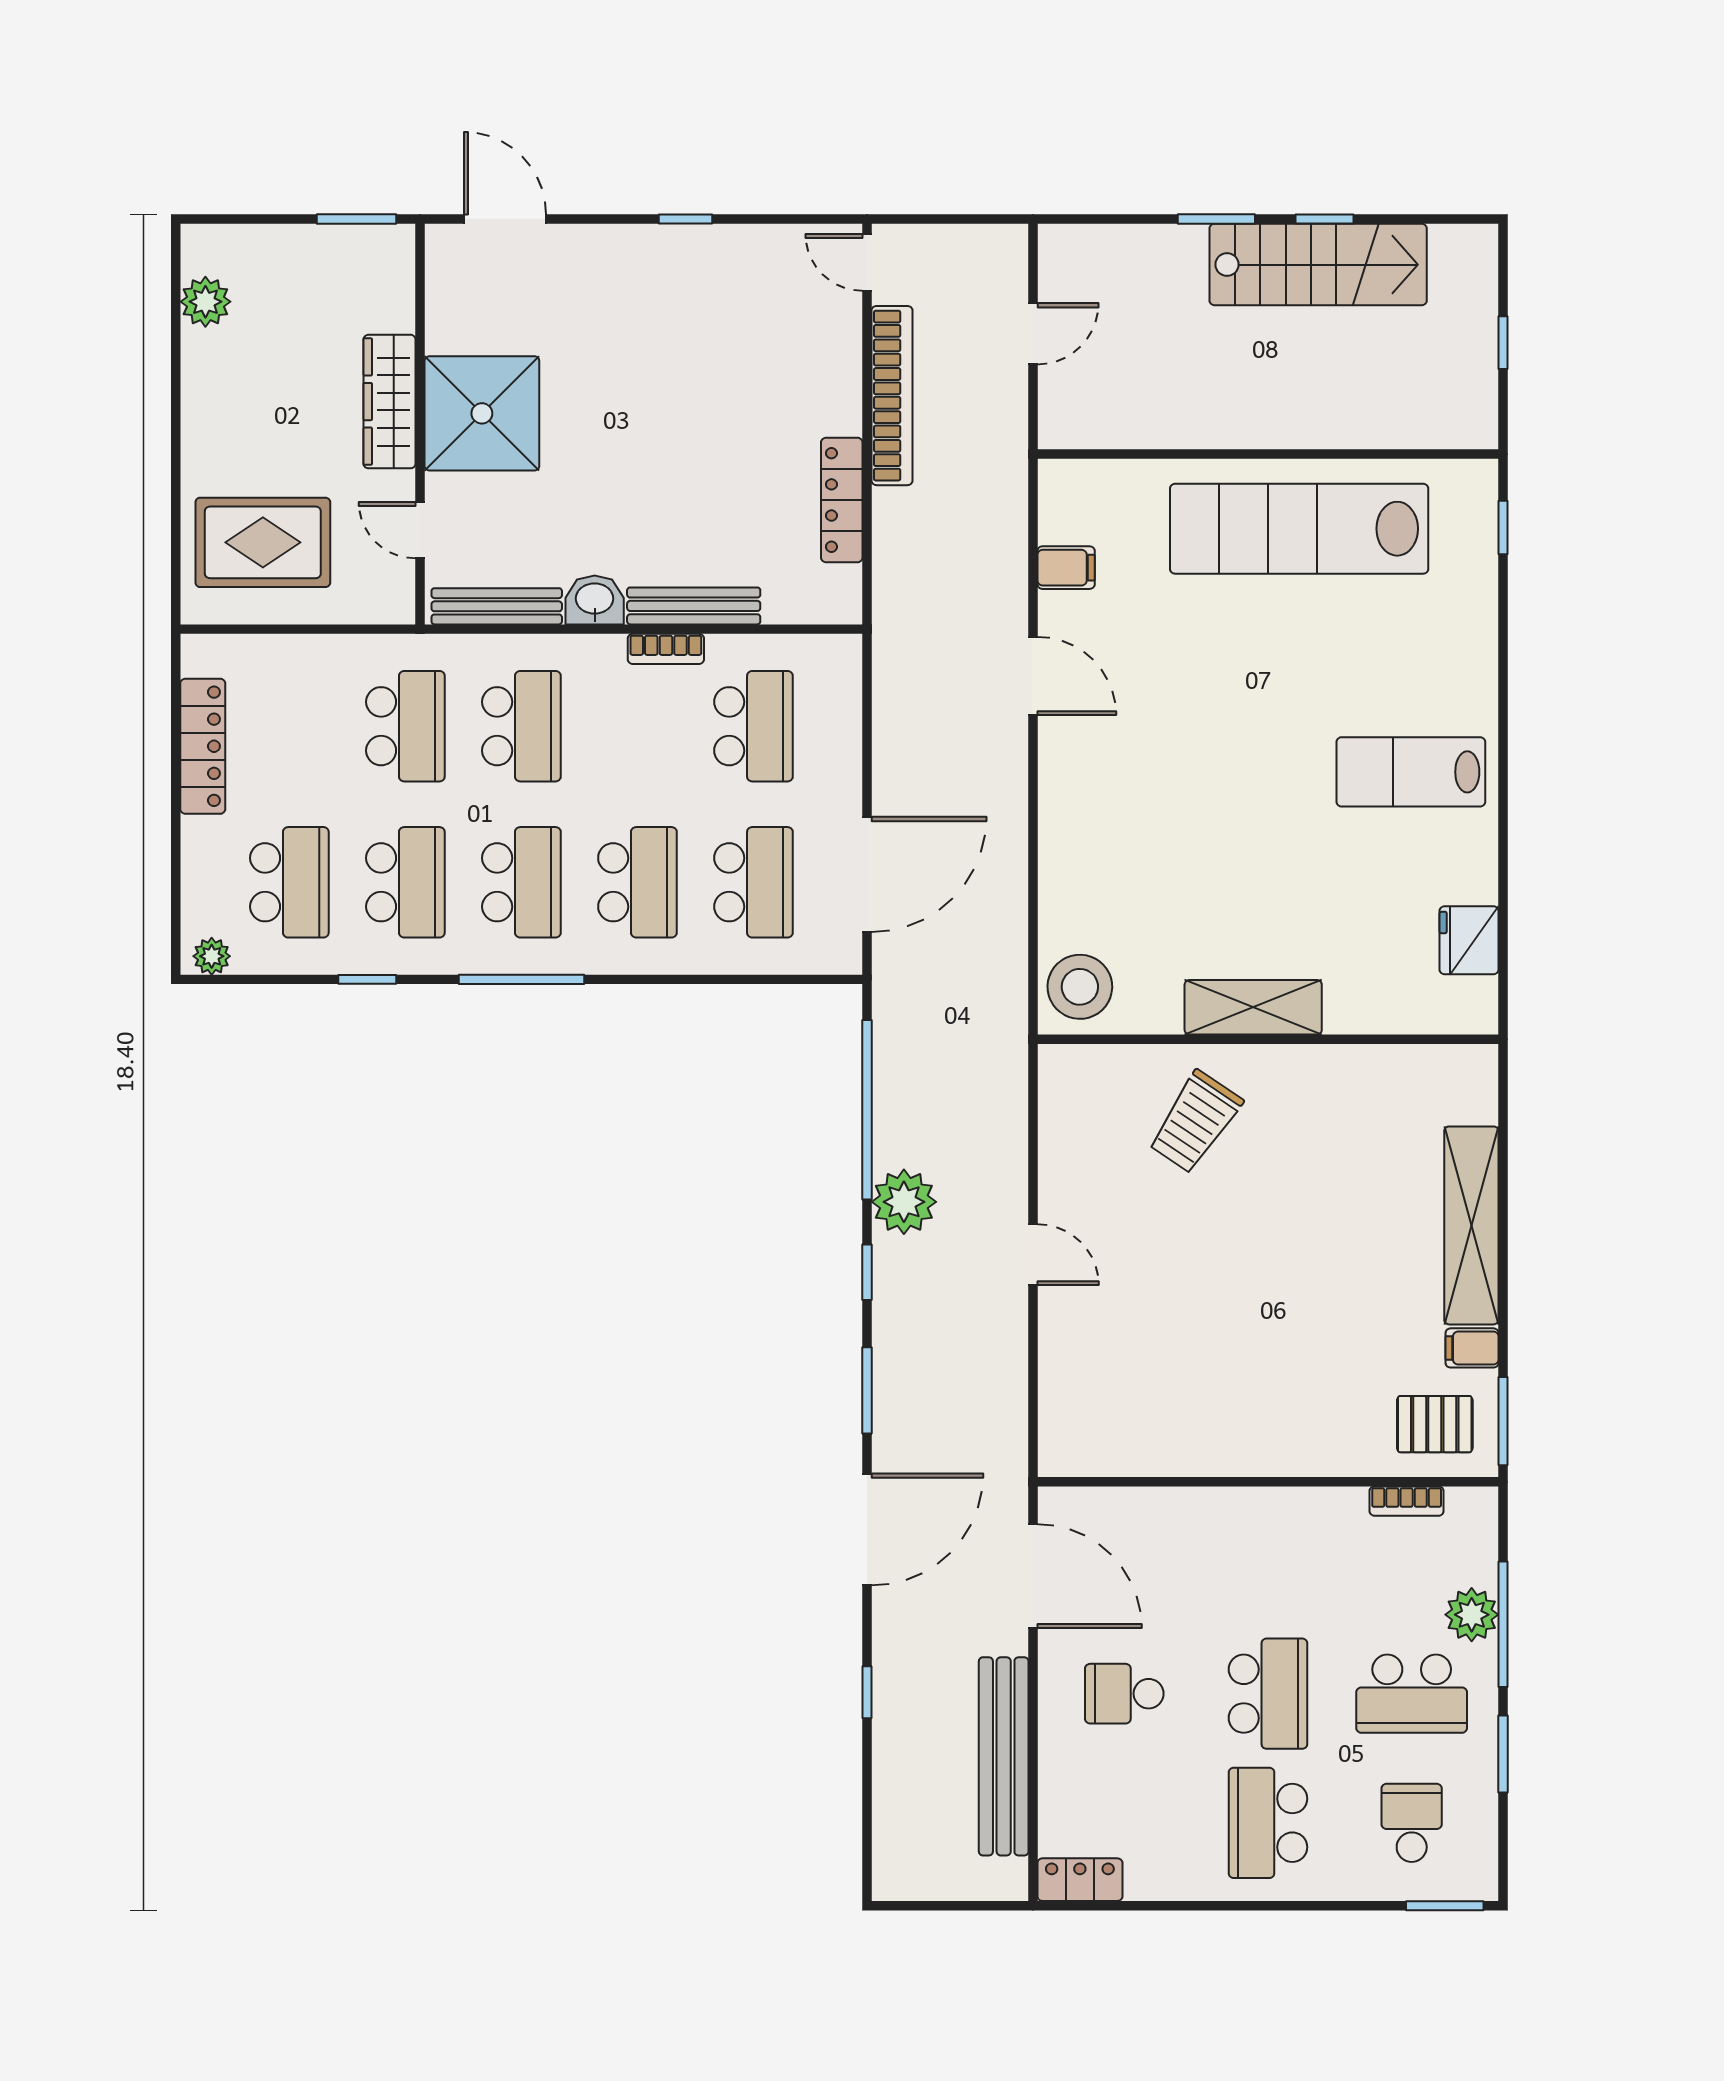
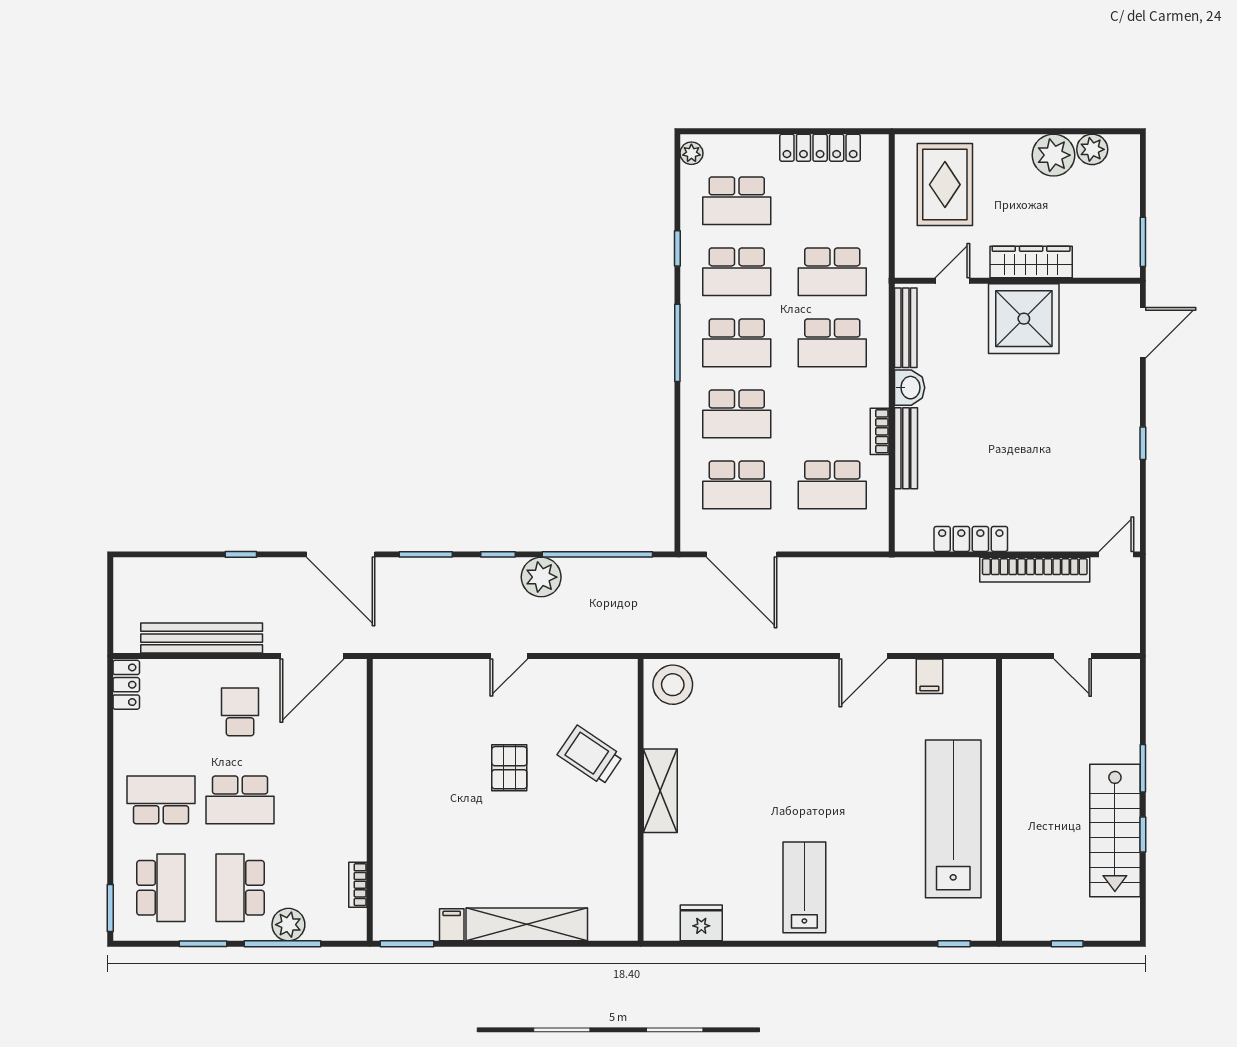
plant: (215, 365) -> (1053, 155), added
pallet: (1435, 1424) -> (509, 768), moved
school desk: (1412, 1823) -> (161, 888), width x1.85

